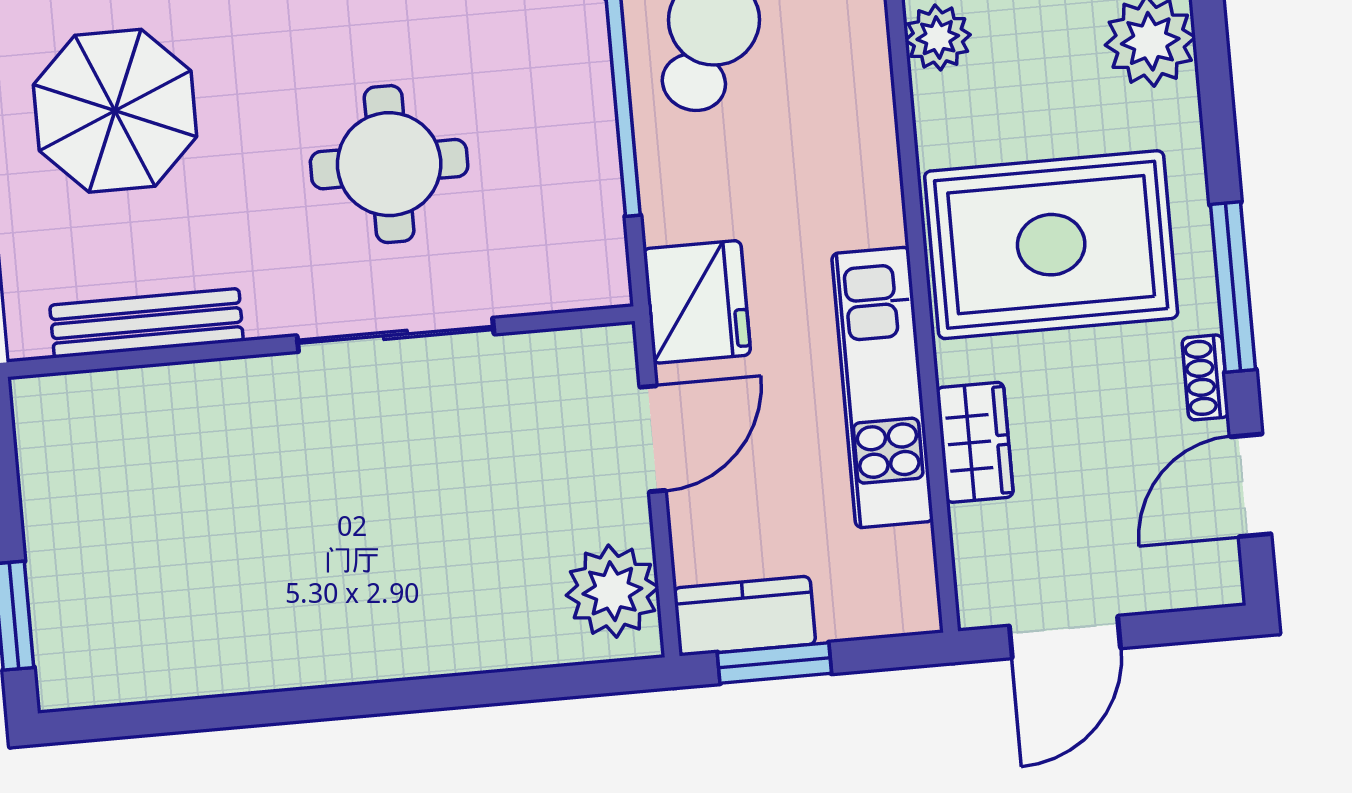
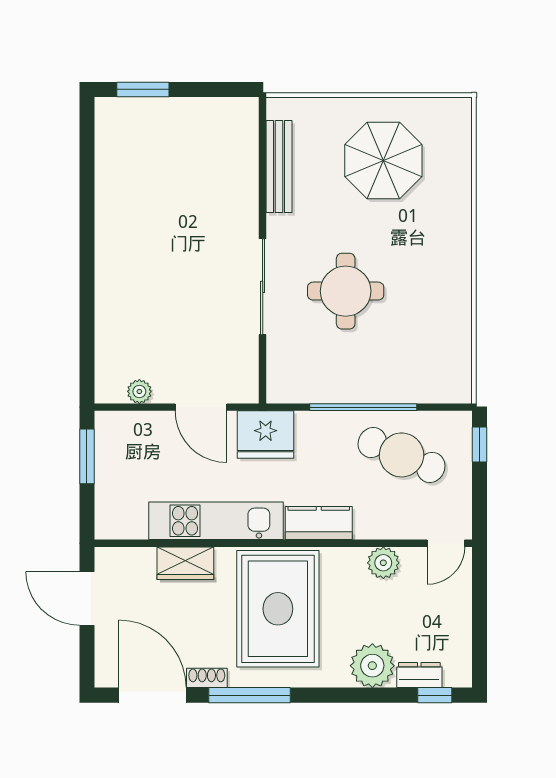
door: (1251, 485) -> (153, 695), width x1.36
plant: (612, 591) -> (139, 391), width x0.53, depth x0.53
kitchen counter: (745, 616) -> (319, 523), moved, turned -90

